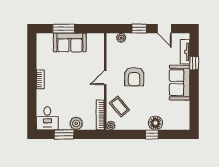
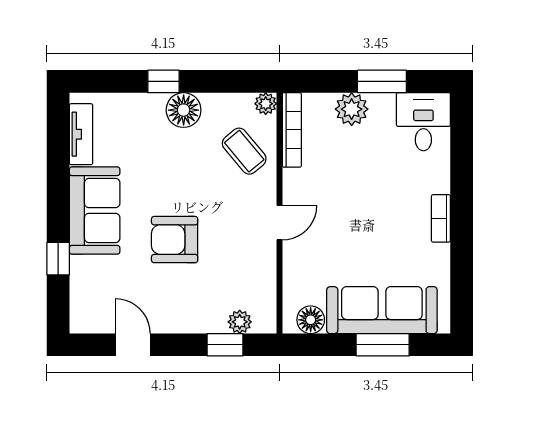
window: (139, 29) -> (225, 345), moved
floor lamp: (93, 39) -> (311, 320), added
sofa: (70, 42) -> (382, 310), width x1.36
tv unit: (185, 52) -> (81, 134), moved
armchair: (134, 77) -> (175, 240), moved, turned -90
floor lamp: (155, 123) -> (184, 110), moved

